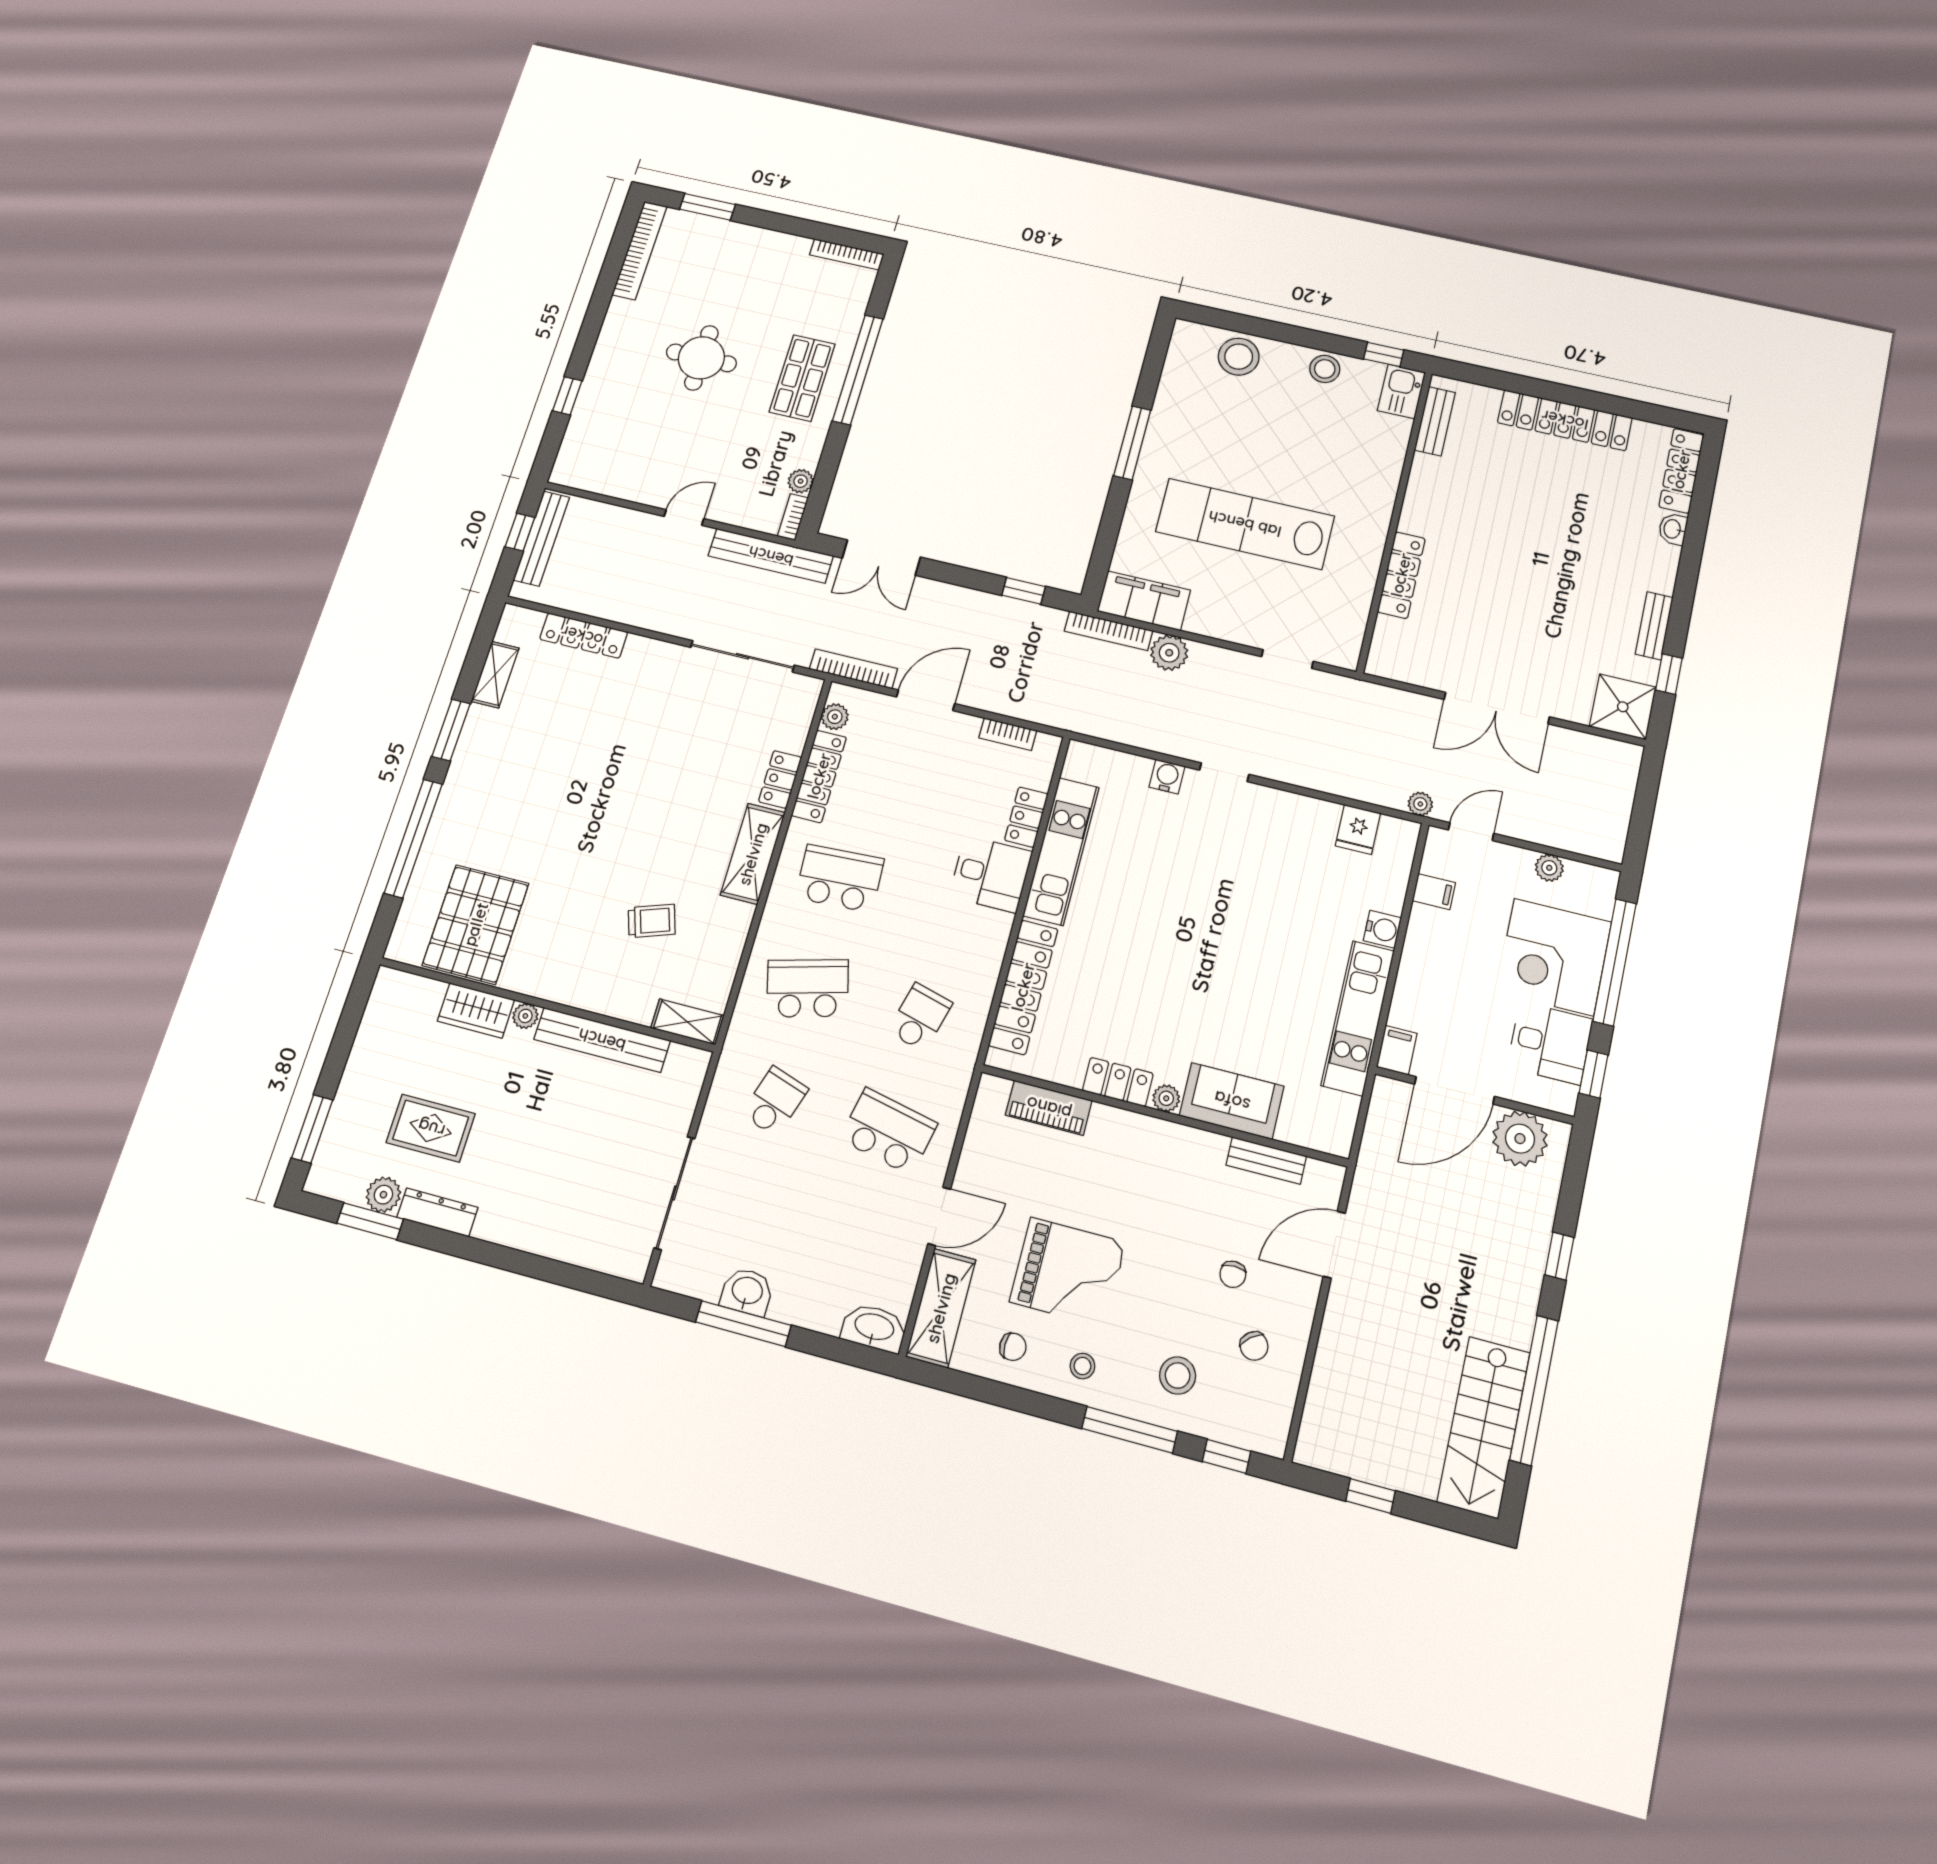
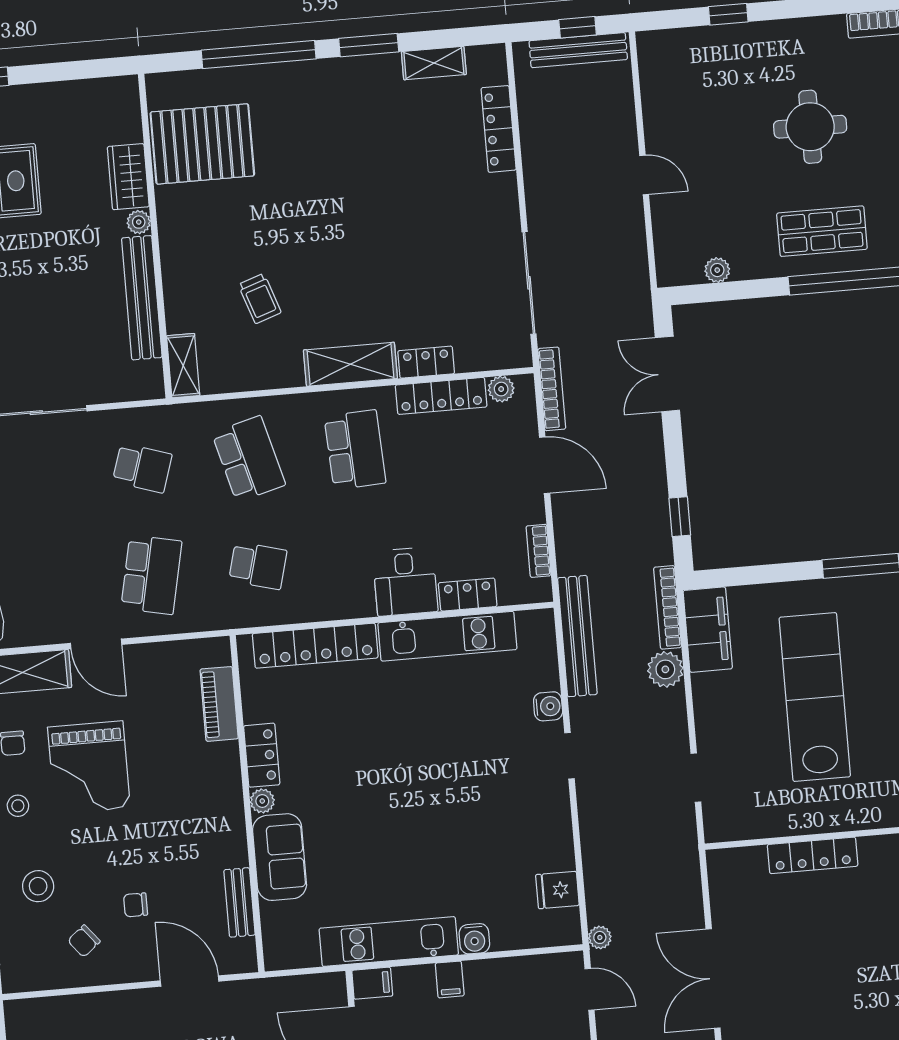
bookcase: (793, 517) -> (679, 277), removed
bench: (771, 556) -> (577, 636), moved
filing cabinet: (1434, 892) -> (450, 979), moved

